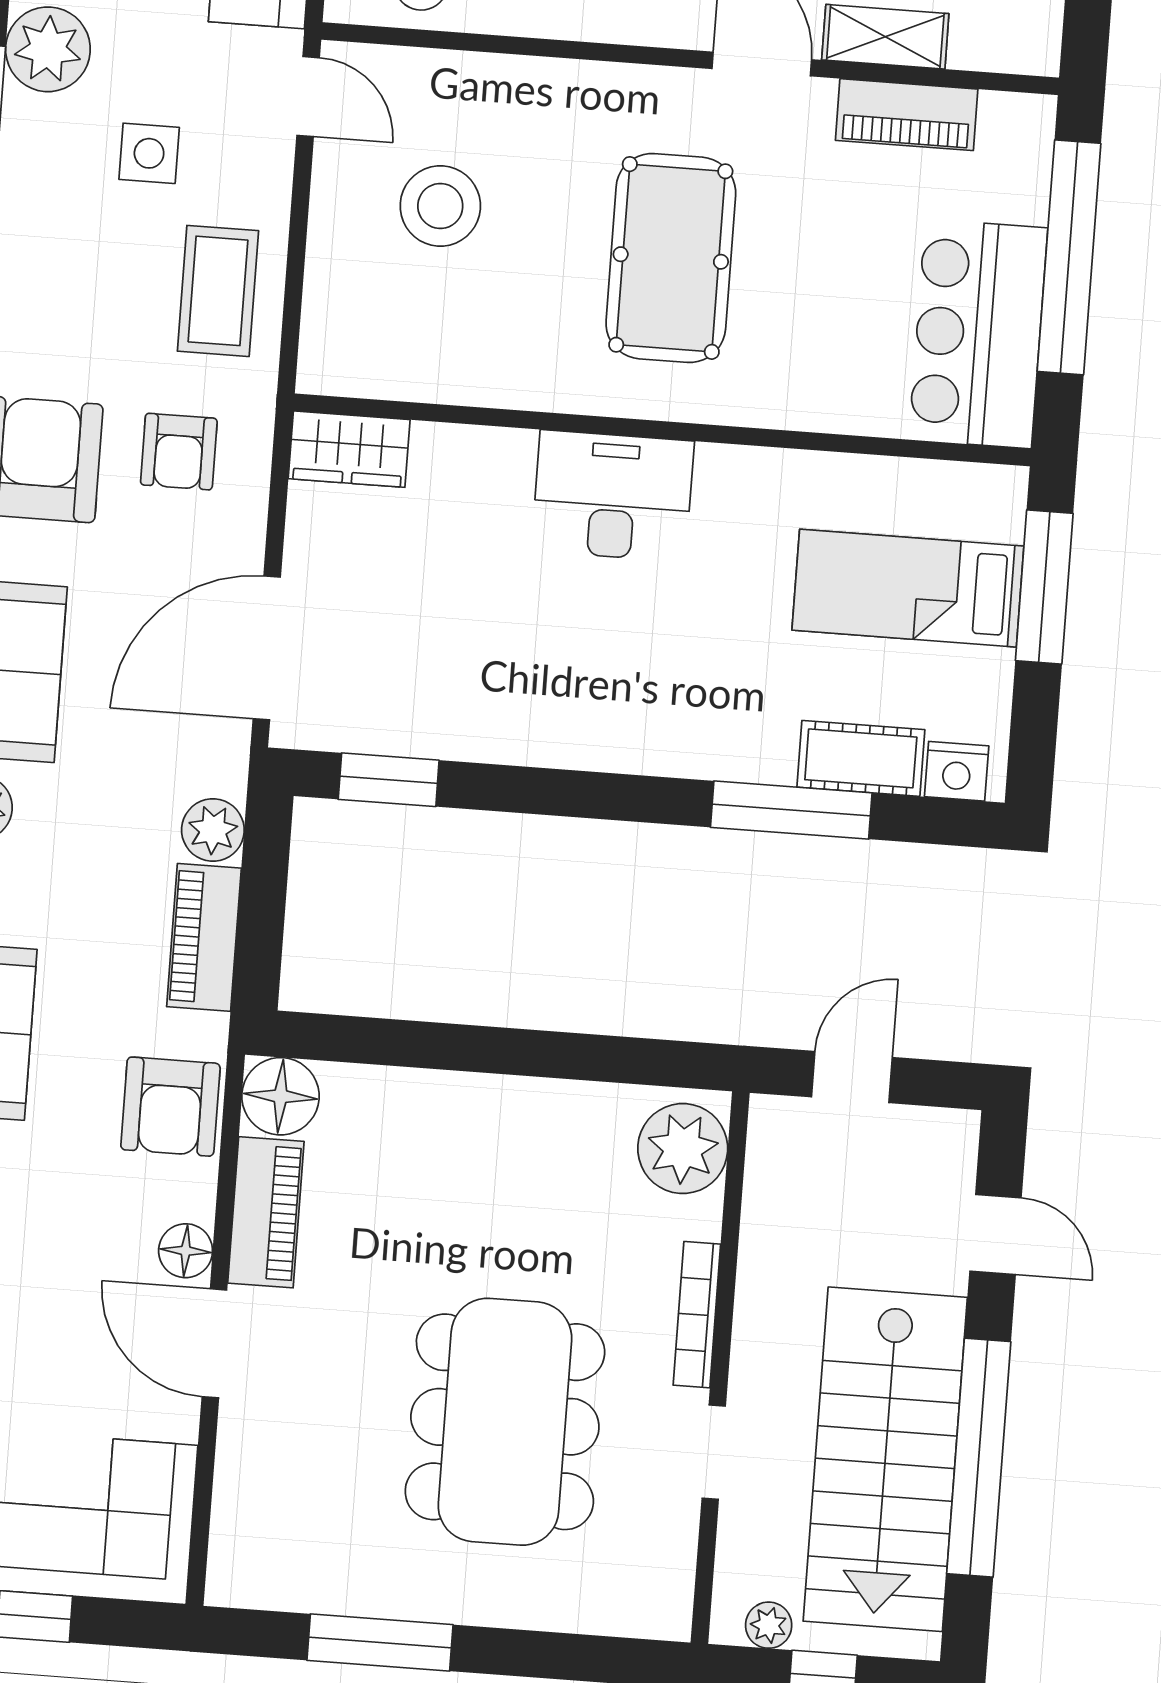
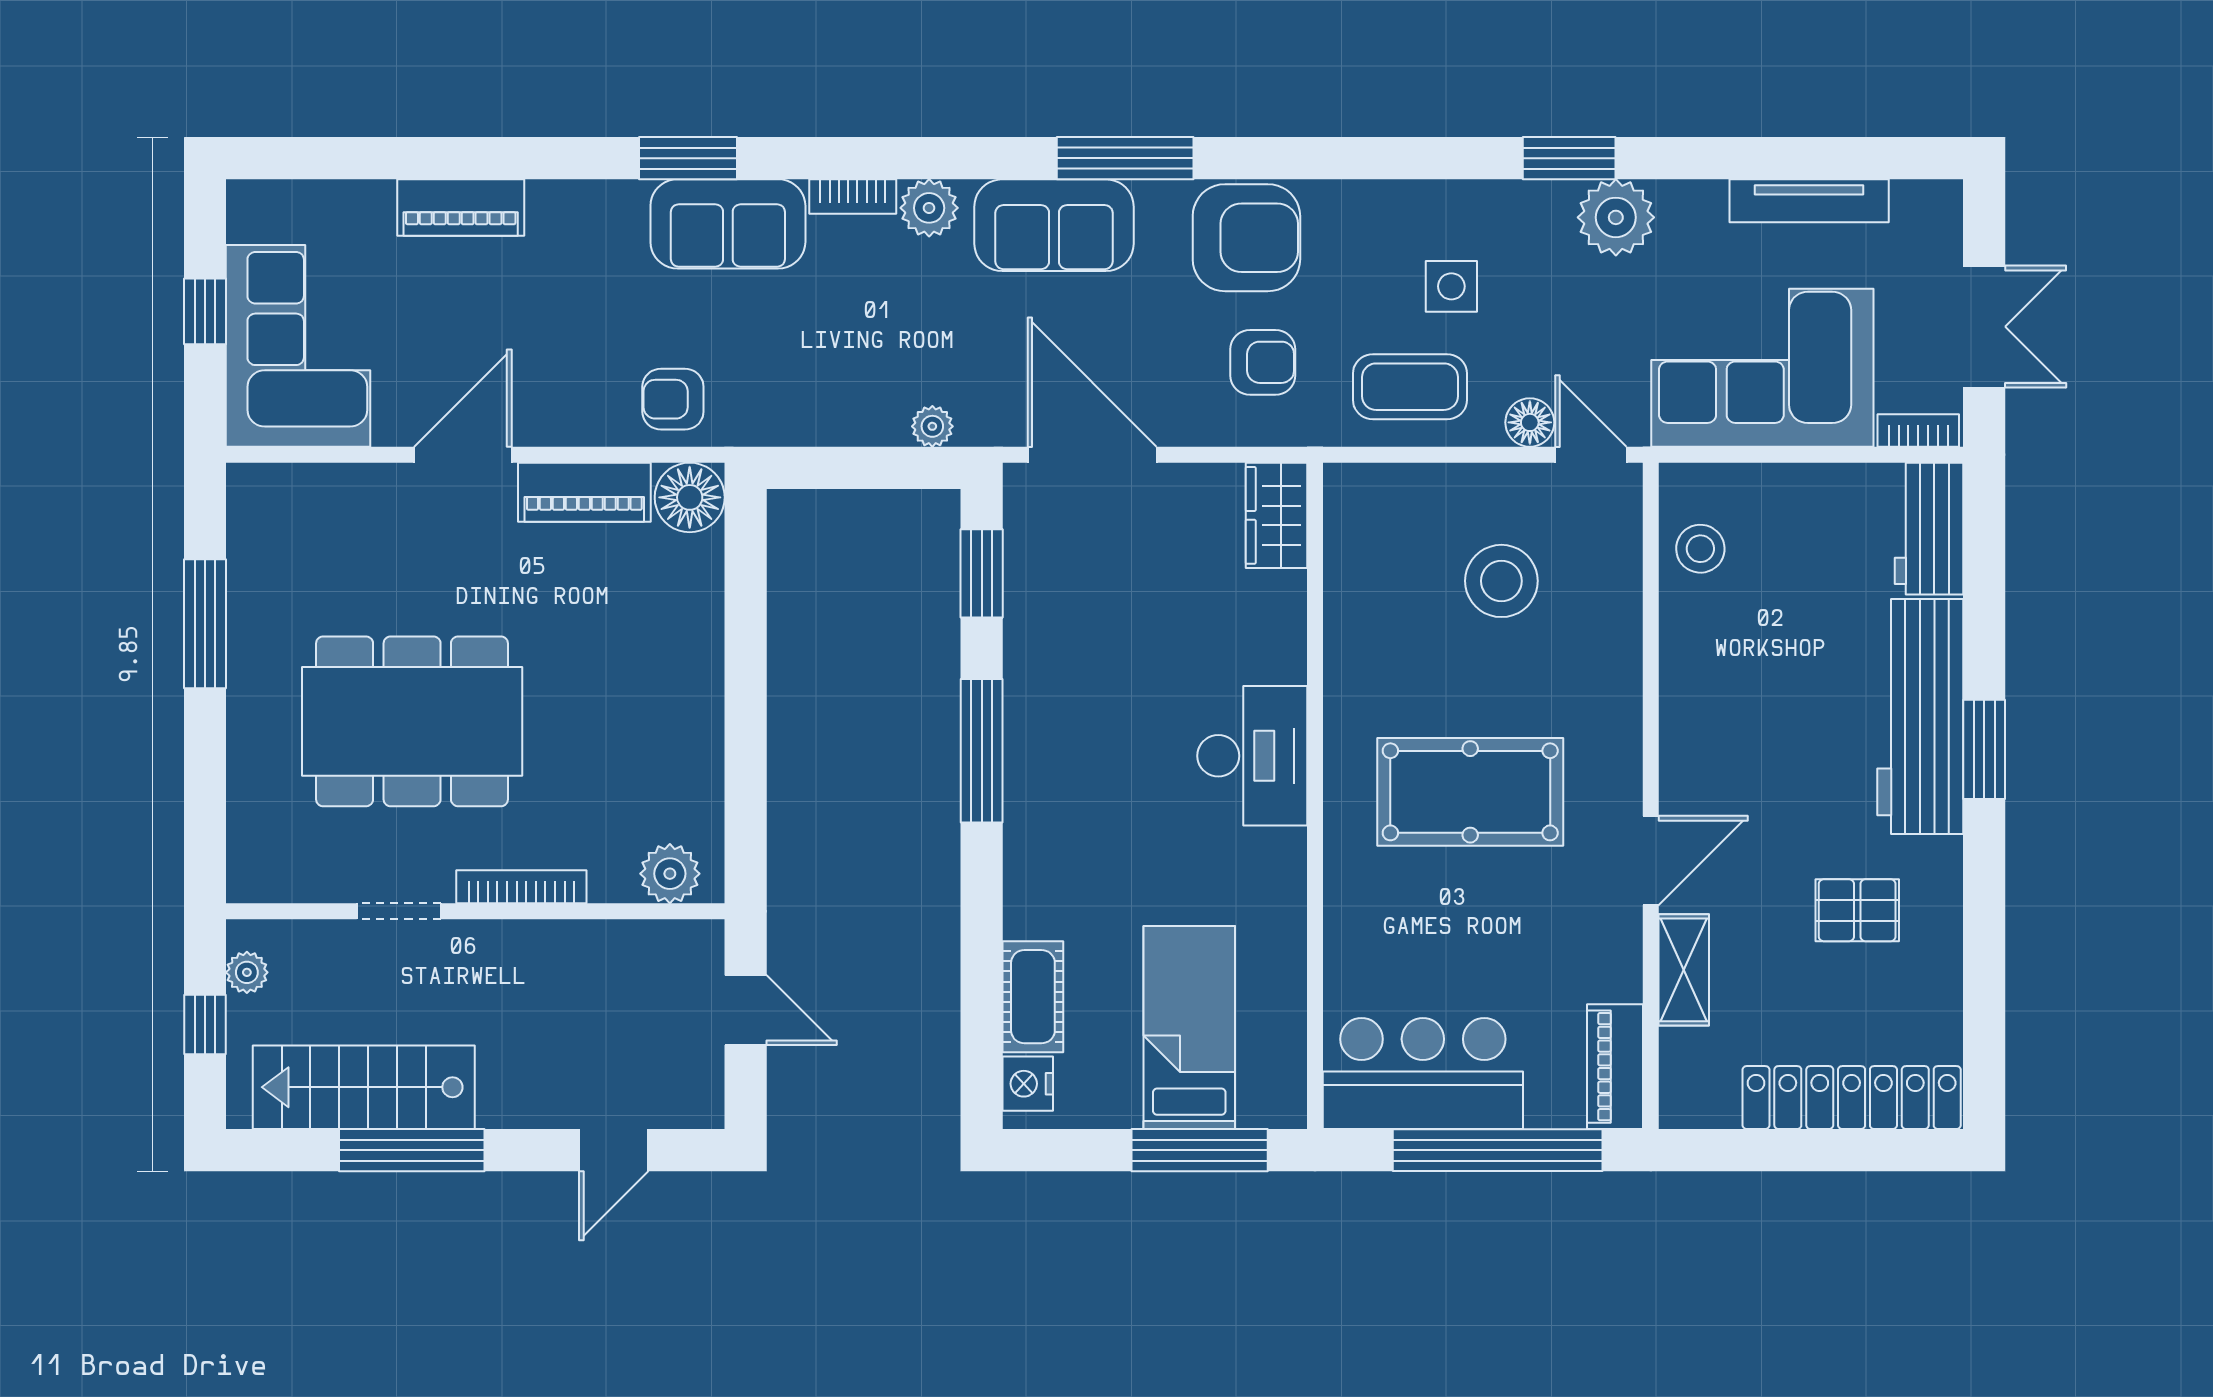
door: (308, 97) -> (1591, 455), swing flipped
piano: (907, 115) -> (1615, 1067), moved
side table: (149, 153) -> (1451, 286), moved
armchair: (179, 452) -> (1263, 362), turned 180
window: (791, 810) -> (982, 751), moved
plant: (213, 830) -> (932, 426), width x0.73, depth x0.73
piano: (204, 937) -> (827, 418), removed
armchair: (170, 1107) -> (673, 399), width x0.72, depth x0.72
plant: (683, 1149) -> (670, 874), width x0.73, depth x0.73
floor lamp: (186, 1251) -> (1530, 422), moved
window: (979, 1458) -> (412, 1150), width x0.68
stairs: (885, 1459) -> (364, 1087), width x0.73, depth x0.66

